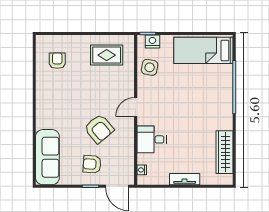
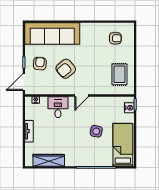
side table: (150, 67) -> (96, 131), moved
door: (136, 107) -> (82, 95), swing flipped
sofa: (47, 157) -> (52, 33), width x1.36, depth x1.27

